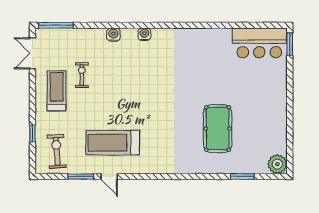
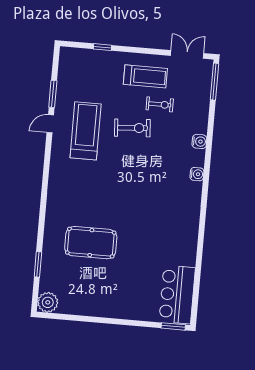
exercise bike: (57, 151) -> (132, 128), moved

